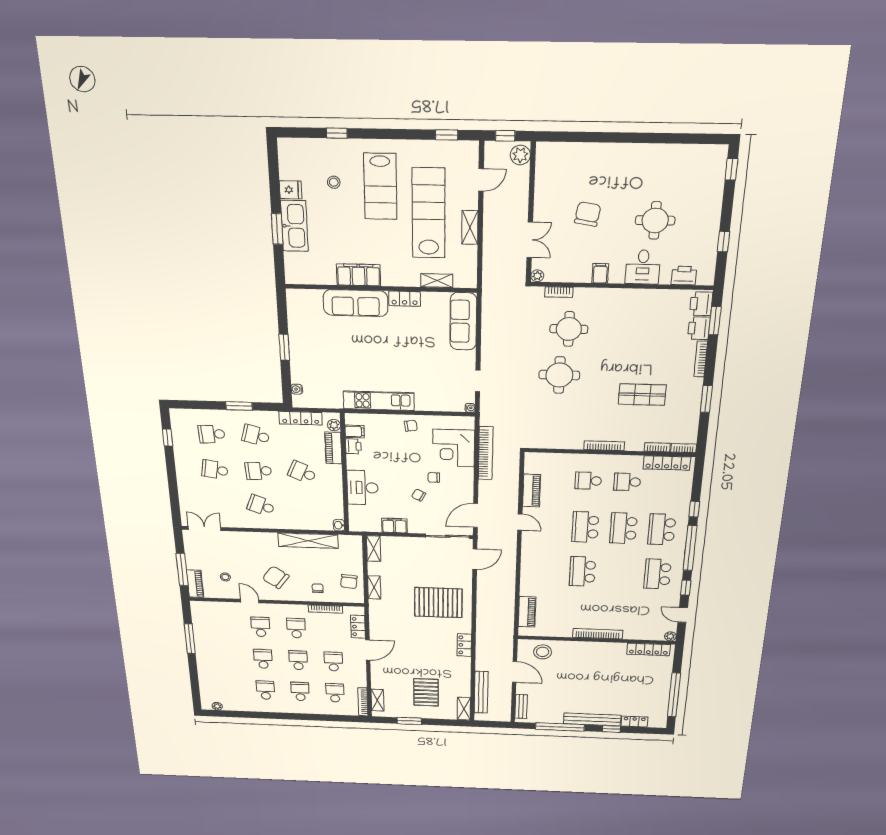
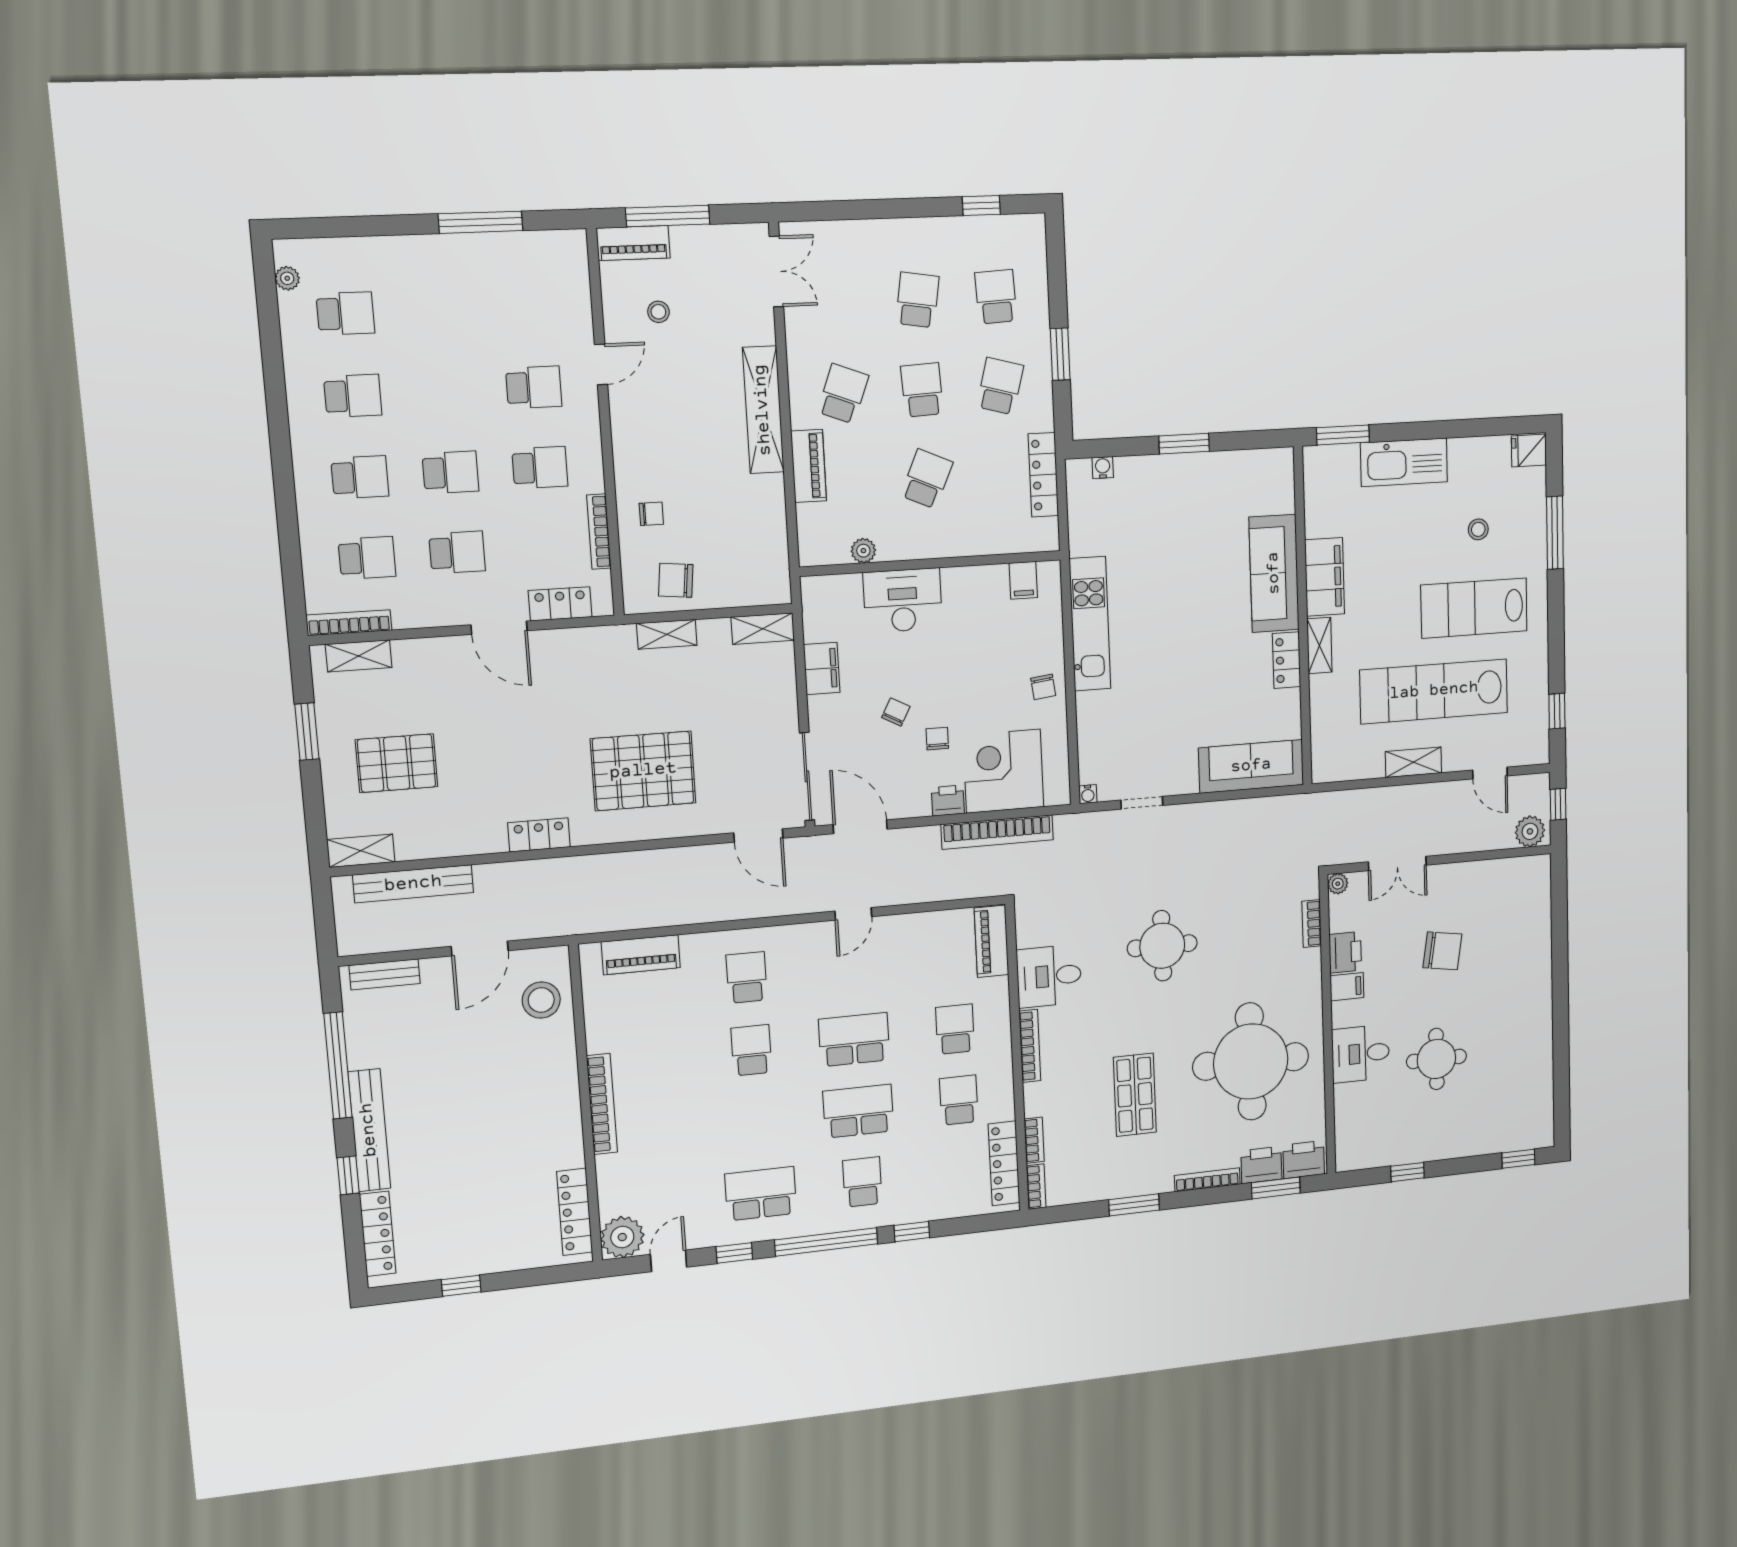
window: (337, 133) -> (1555, 533), width x2.17
fridge: (291, 190) -> (1529, 450), moved, turned 90
lab bench: (429, 213) -> (1434, 691), turned 180
window: (277, 229) -> (1343, 435), moved
printer: (684, 276) -> (1345, 952), moved
shelving: (437, 281) -> (1319, 645), moved
round table: (569, 329) -> (1251, 1062), moved, width x1.86, depth x1.86
plant: (334, 425) -> (863, 551), moved
desk: (567, 434) -> (1049, 976), added
printer: (353, 446) -> (948, 801), moved, turned 180
piano: (333, 448) -> (809, 466), moved, turned 90
piano: (532, 491) -> (991, 941), moved, turned 90
washbasin: (339, 525) -> (812, 555), removed
school desk: (662, 529) -> (862, 1182), width x0.54
shelving: (308, 541) -> (763, 410), moved
school desk: (545, 570) -> (747, 977), added
school desk: (583, 571) -> (751, 1050), width x0.54
chair: (276, 577) -> (670, 423), removed
pallet: (438, 603) -> (643, 771), turned 90
plant: (670, 636) -> (622, 1237), width x1.88, depth x1.88
school desk: (263, 659) -> (345, 313), moved
window: (674, 695) -> (461, 1286), width x0.32
locker: (634, 722) -> (378, 1234), width x1.53

